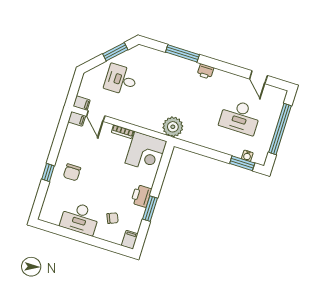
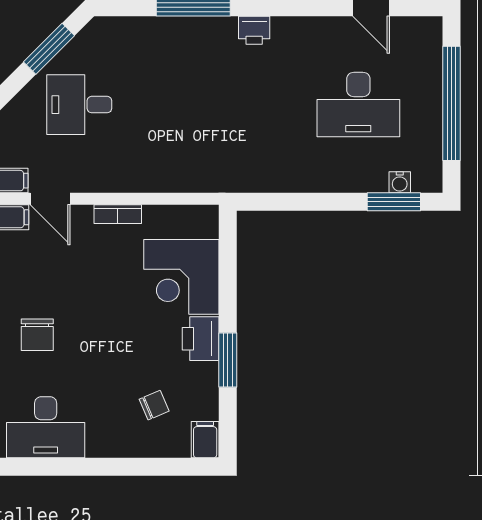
plant: (173, 127) -> (222, 170), removed
corner desk: (146, 152) -> (181, 277), moved, turned 90
desk: (80, 218) -> (46, 427), moved

